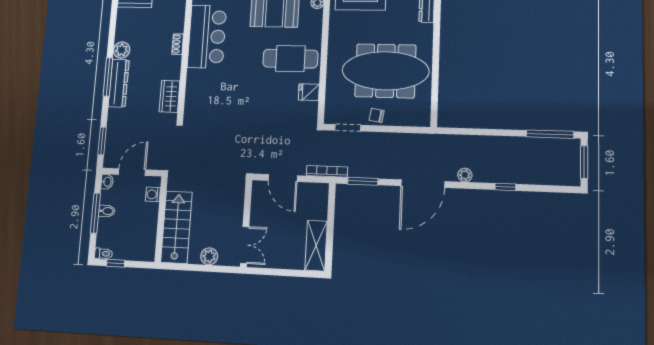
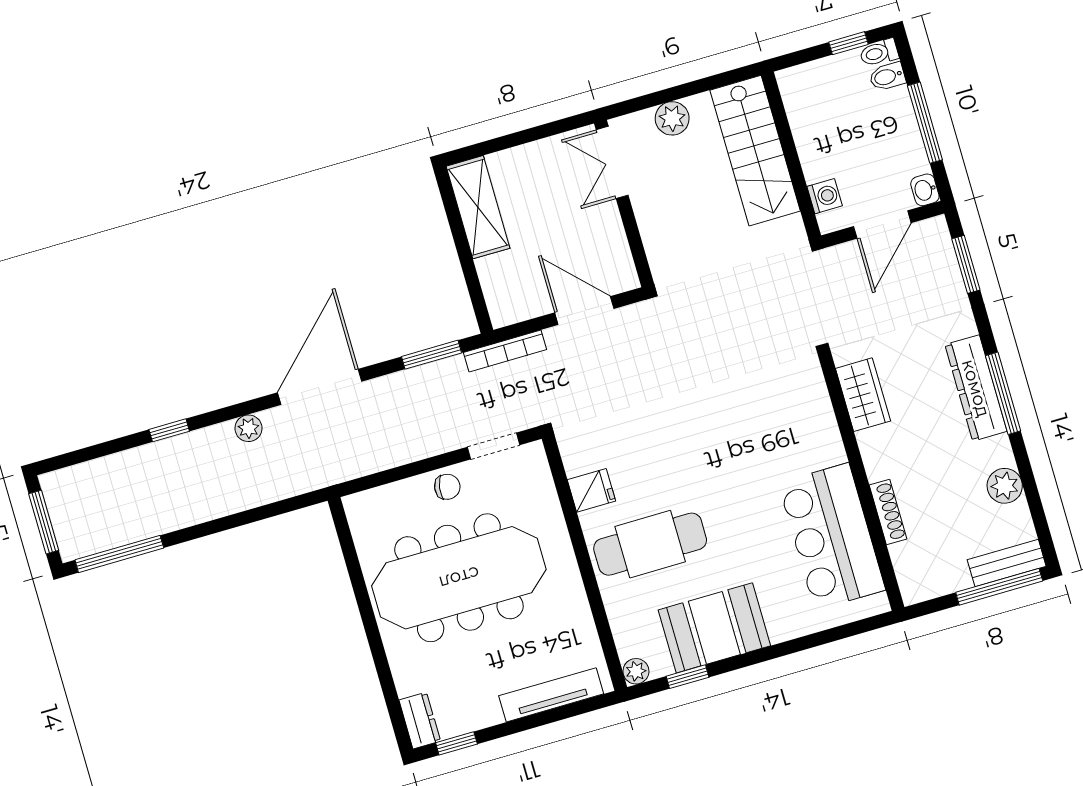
shoe rack: (178, 44) -> (888, 512), width x1.43
plant: (122, 50) -> (1005, 486), moved
bidet: (107, 211) -> (887, 77), moved

